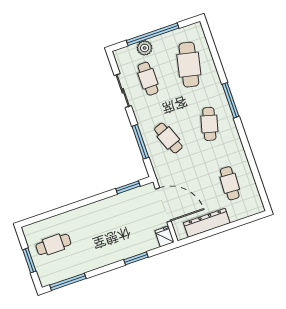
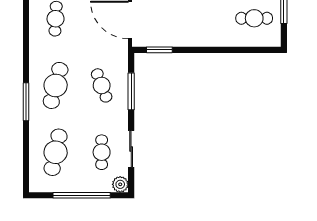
plant: (145, 48) -> (120, 184), moved
cafe table: (209, 124) -> (56, 85), width x1.37, depth x1.35

